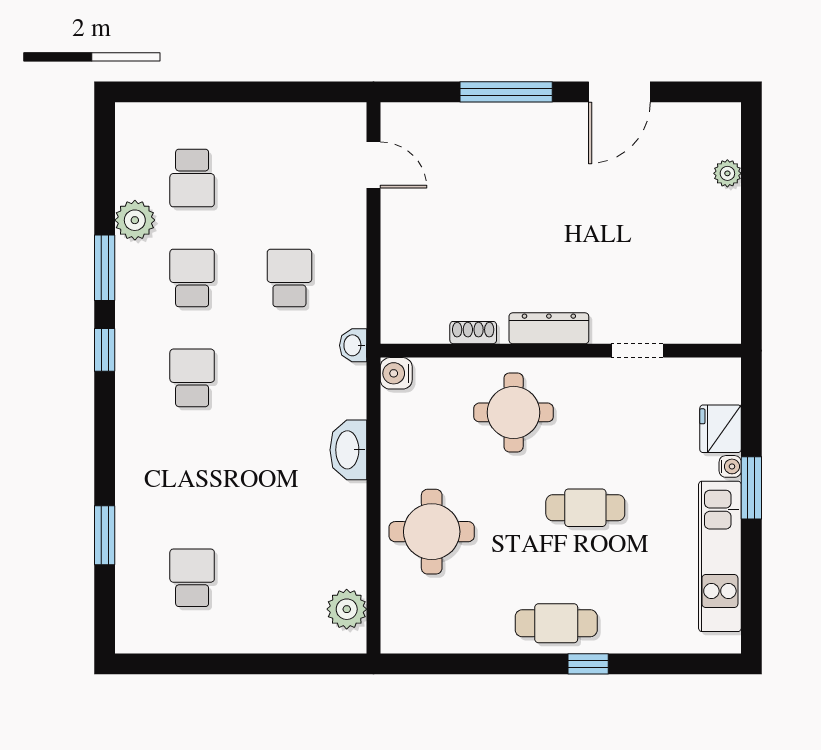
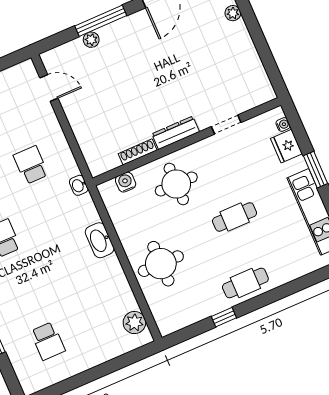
plant: (477, 116) -> (91, 40), added
shoe rack: (473, 333) -> (138, 152), width x1.43
water cooler: (396, 373) -> (126, 182), moved, turned 90
water cooler: (730, 466) -> (283, 125), moved
school desk: (192, 578) -> (48, 341), turned 180
window: (588, 664) -> (224, 317), moved

